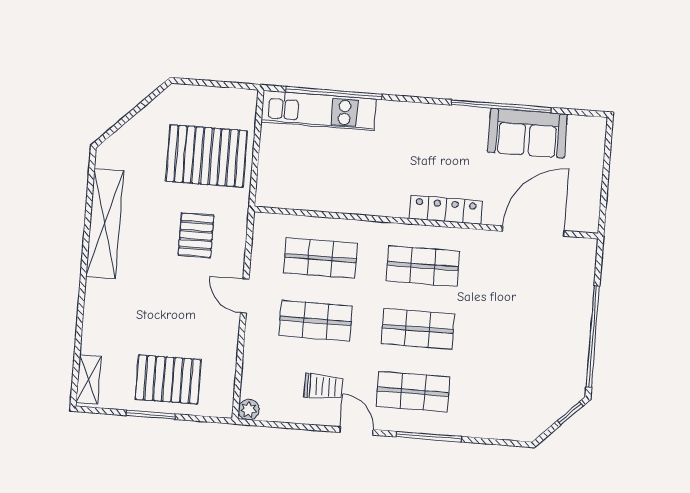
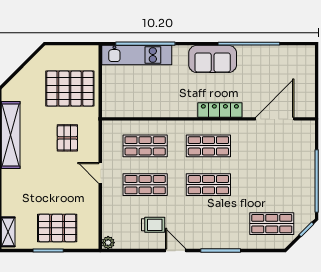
sofa: (527, 133) -> (213, 59), moved
shop shelf: (413, 392) -> (272, 224), moved

